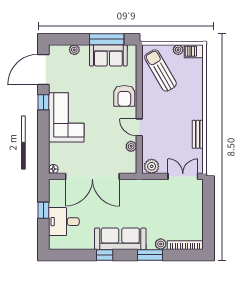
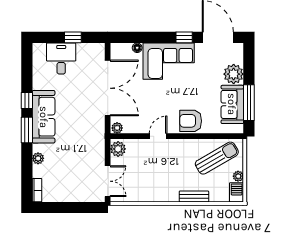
plant: (74, 50) -> (234, 74), width x1.88, depth x1.88
bench: (198, 134) -> (194, 196), moved
plant: (131, 146) -> (117, 128), moved
floor lamp: (53, 169) -> (137, 48), moved
double door: (92, 176) -> (108, 88), swing flipped
bookcase: (185, 245) -> (37, 190), width x0.64
window: (150, 255) -> (27, 130), moved

